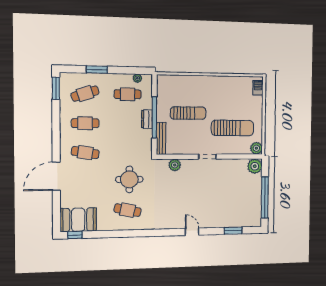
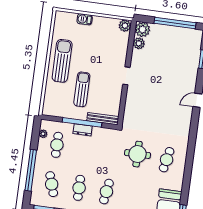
window: (97, 70) -> (31, 170), width x2.11
barbecue: (258, 88) -> (85, 19), moved
sun lounger: (233, 128) -> (62, 61), moved
plant: (175, 165) -> (139, 43), moved

